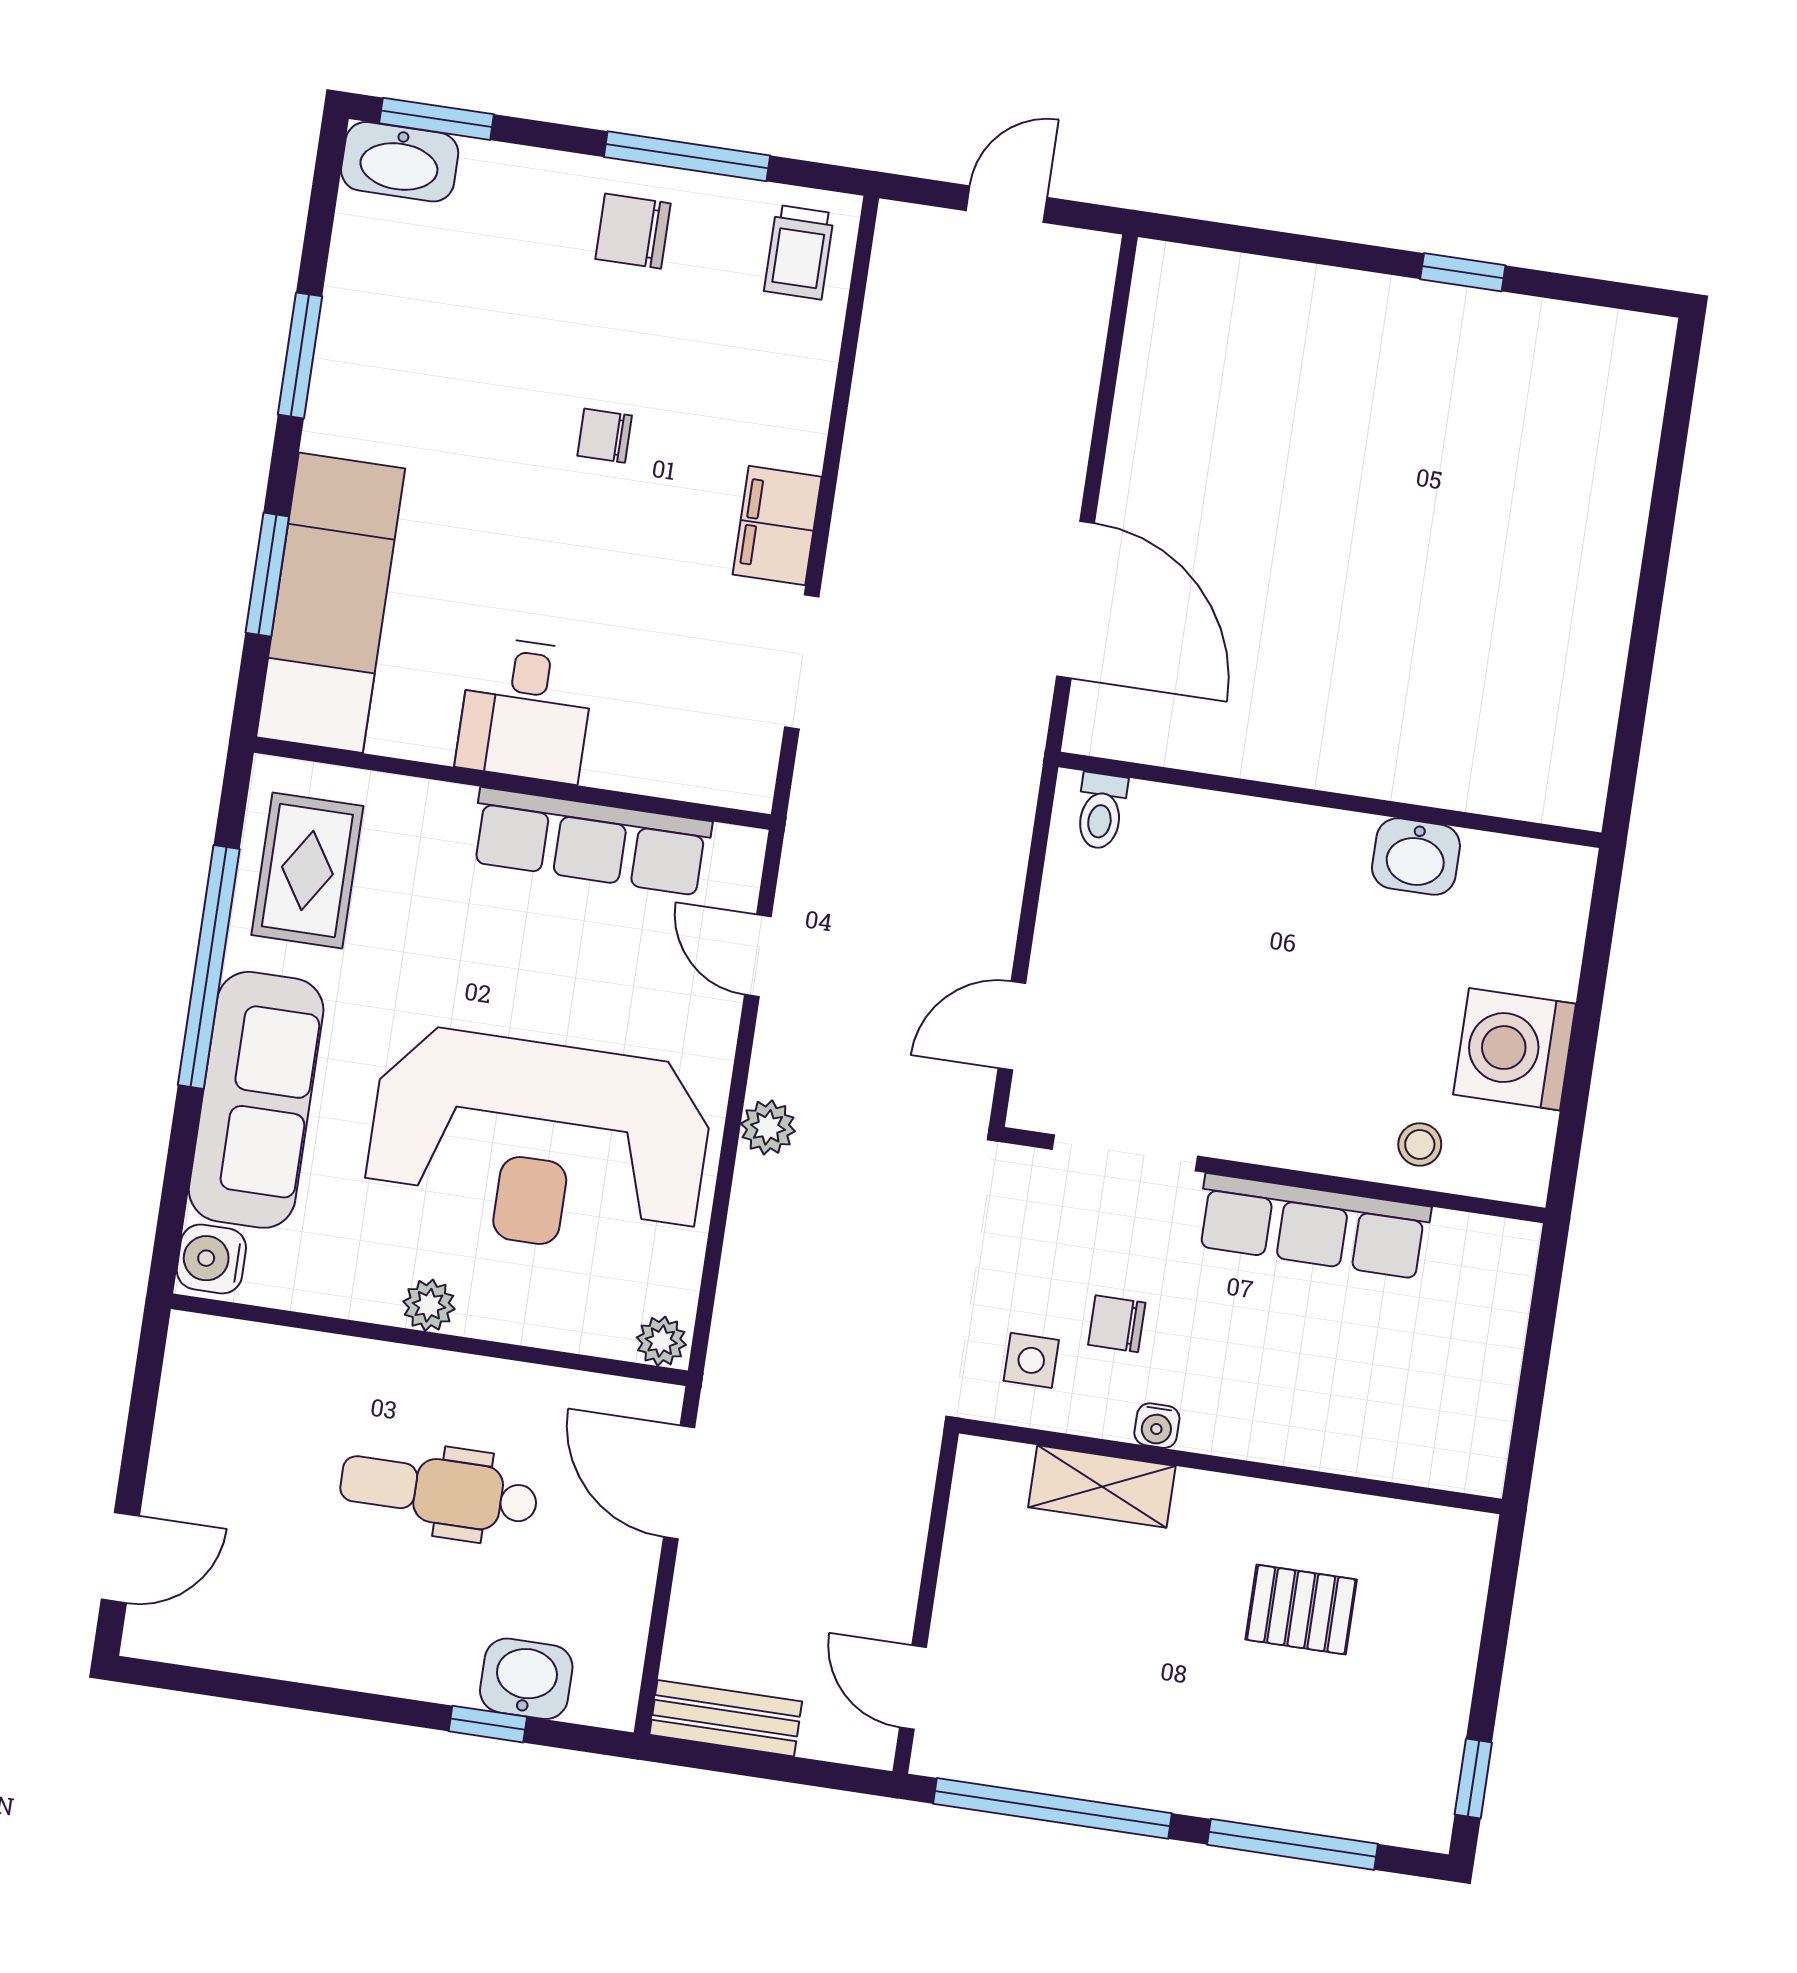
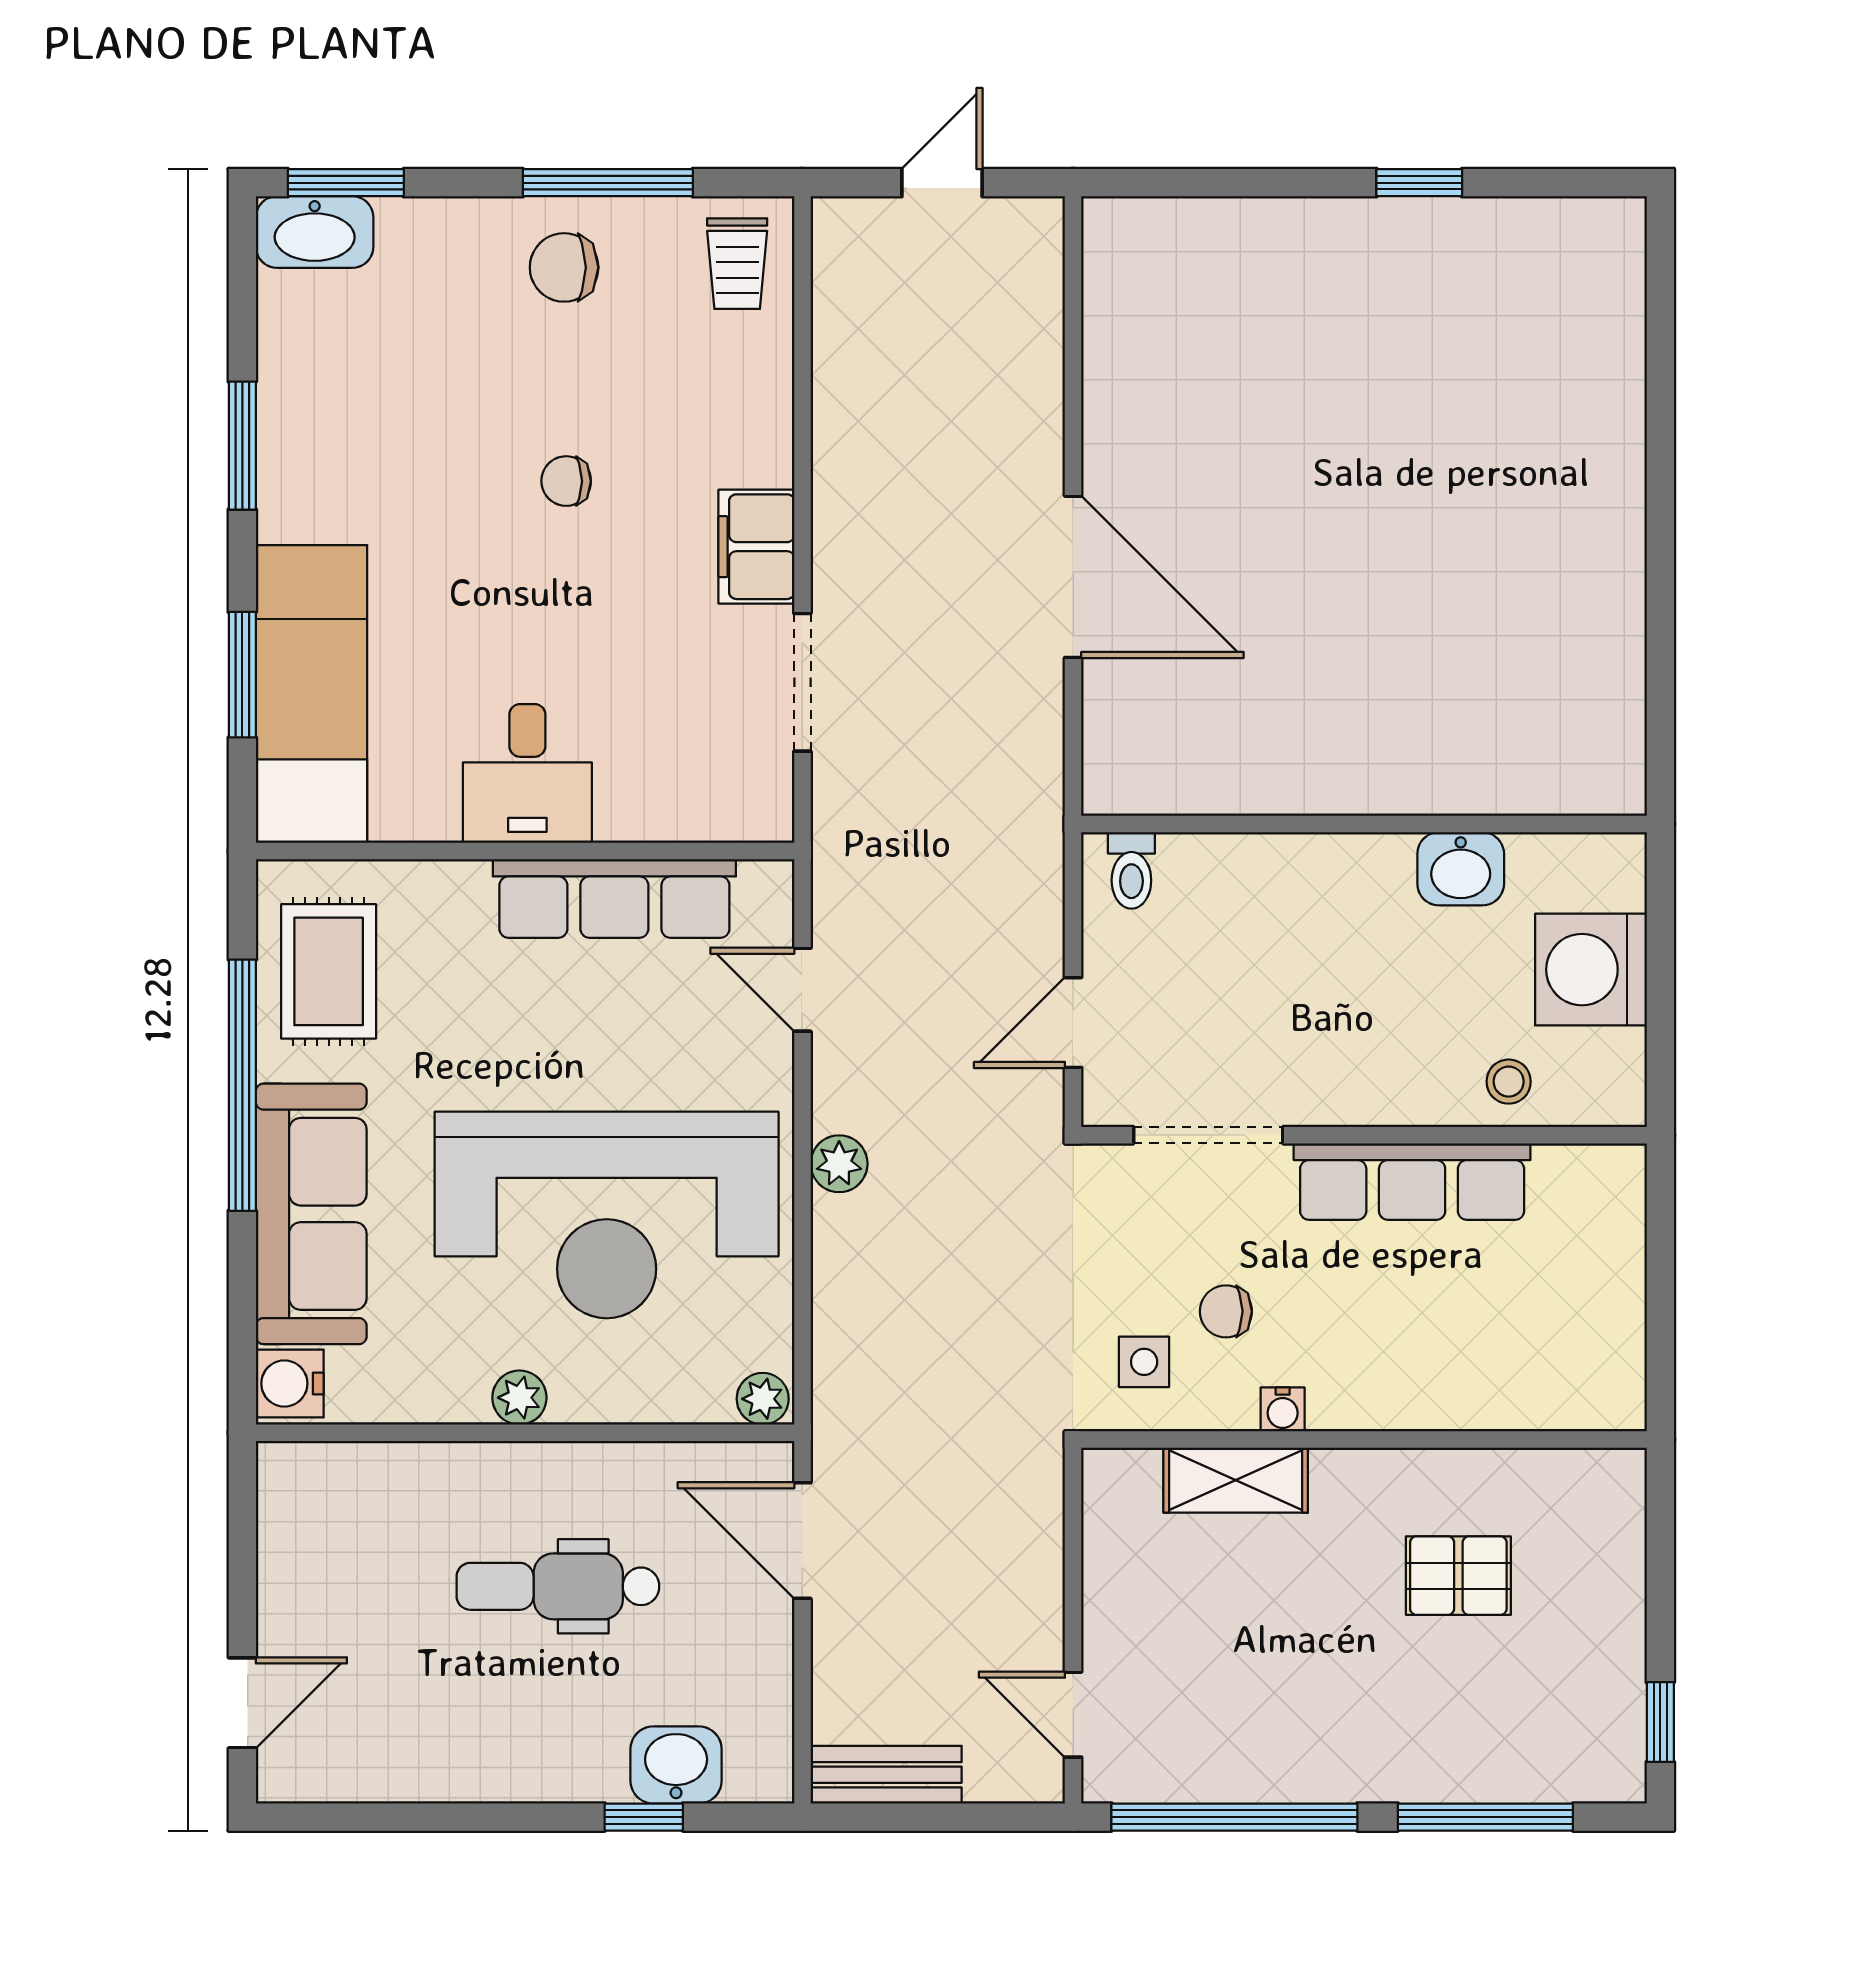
wall: (1330, 800) -> (1364, 824), moved
toilet: (1101, 811) -> (1131, 870), moved
washbasin: (1416, 857) -> (1461, 869), moved

